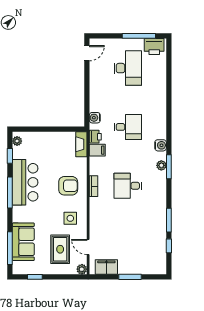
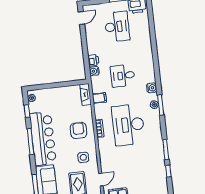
desk: (128, 127) -> (123, 76), turned 180
printer: (95, 137) -> (93, 60), moved
bar counter: (25, 182) -> (43, 139), width x1.36
armchair: (68, 186) -> (78, 130), turned -90
desk: (128, 186) -> (128, 125), width x1.87, depth x1.30
door: (88, 247) -> (101, 180), swing flipped

